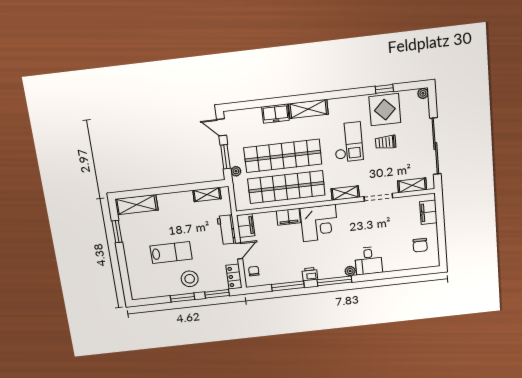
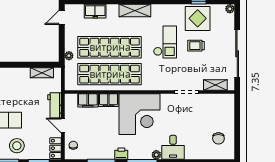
freezer: (275, 114) -> (95, 11), moved
door: (222, 127) -> (62, 17), hinge flipped
window: (225, 157) -> (62, 42), removed
shelving: (345, 193) -> (159, 85), removed
filing cabinet: (428, 212) -> (228, 110), removed
corner desk: (319, 223) -> (140, 114), width x1.36, depth x1.36
filing cabinet: (246, 226) -> (88, 100), moved, turned 90
door: (239, 251) -> (63, 125), swing flipped

